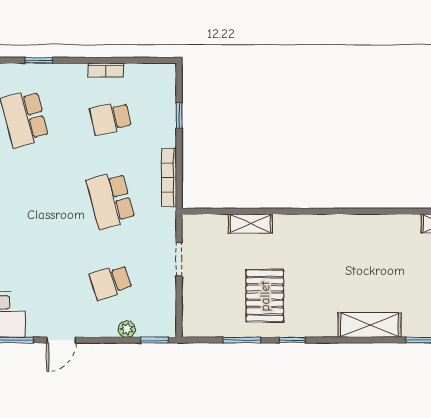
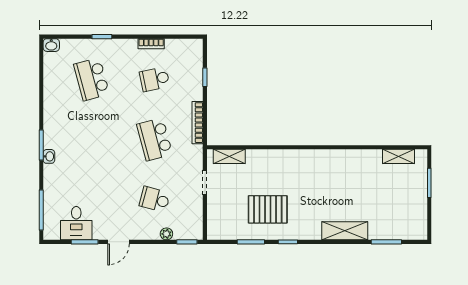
shelving: (250, 224) -> (229, 156), moved
school desk: (111, 282) -> (155, 199), turned 33
pallet: (265, 296) -> (268, 209), turned 90

